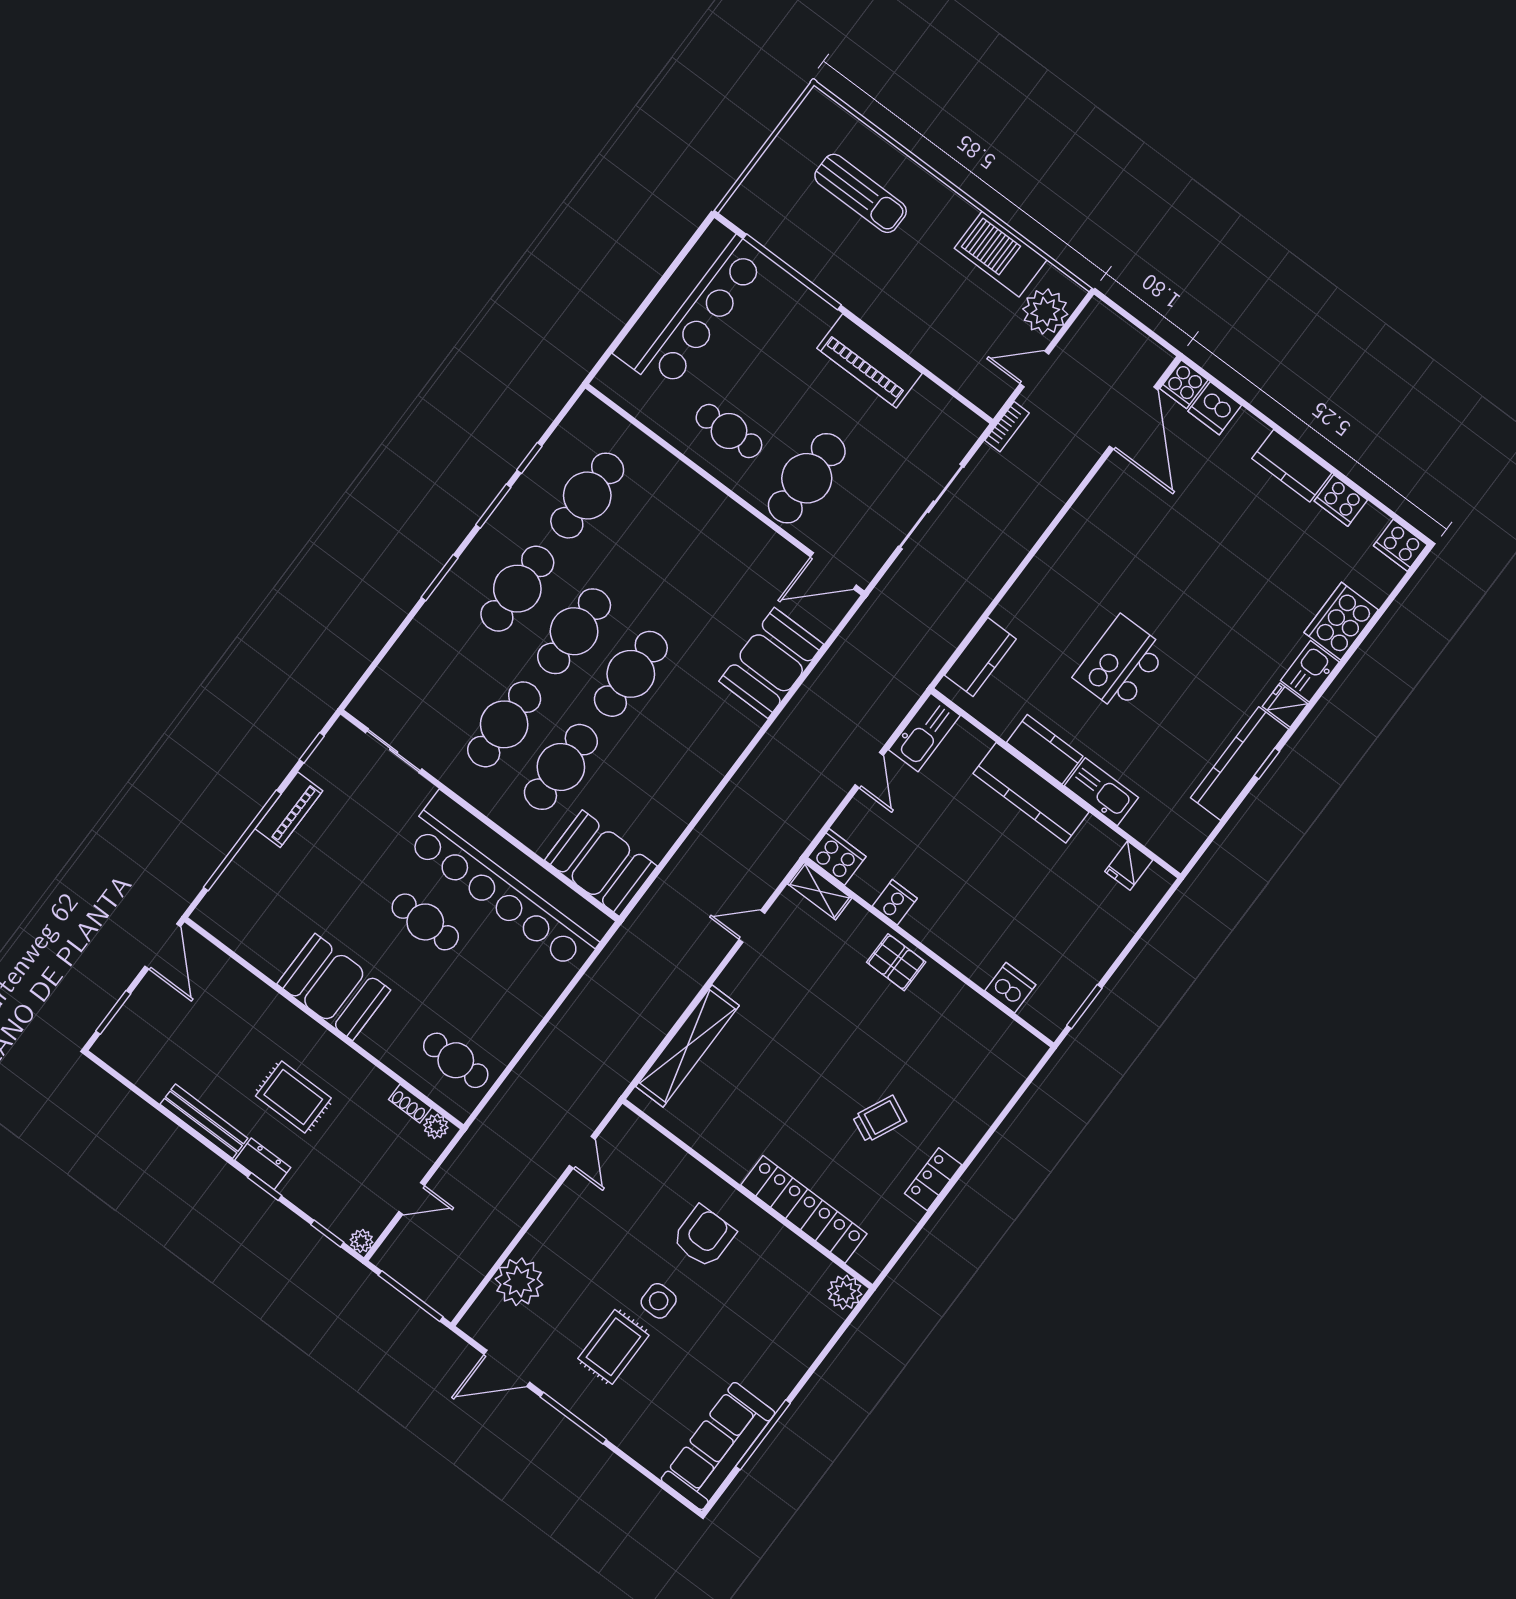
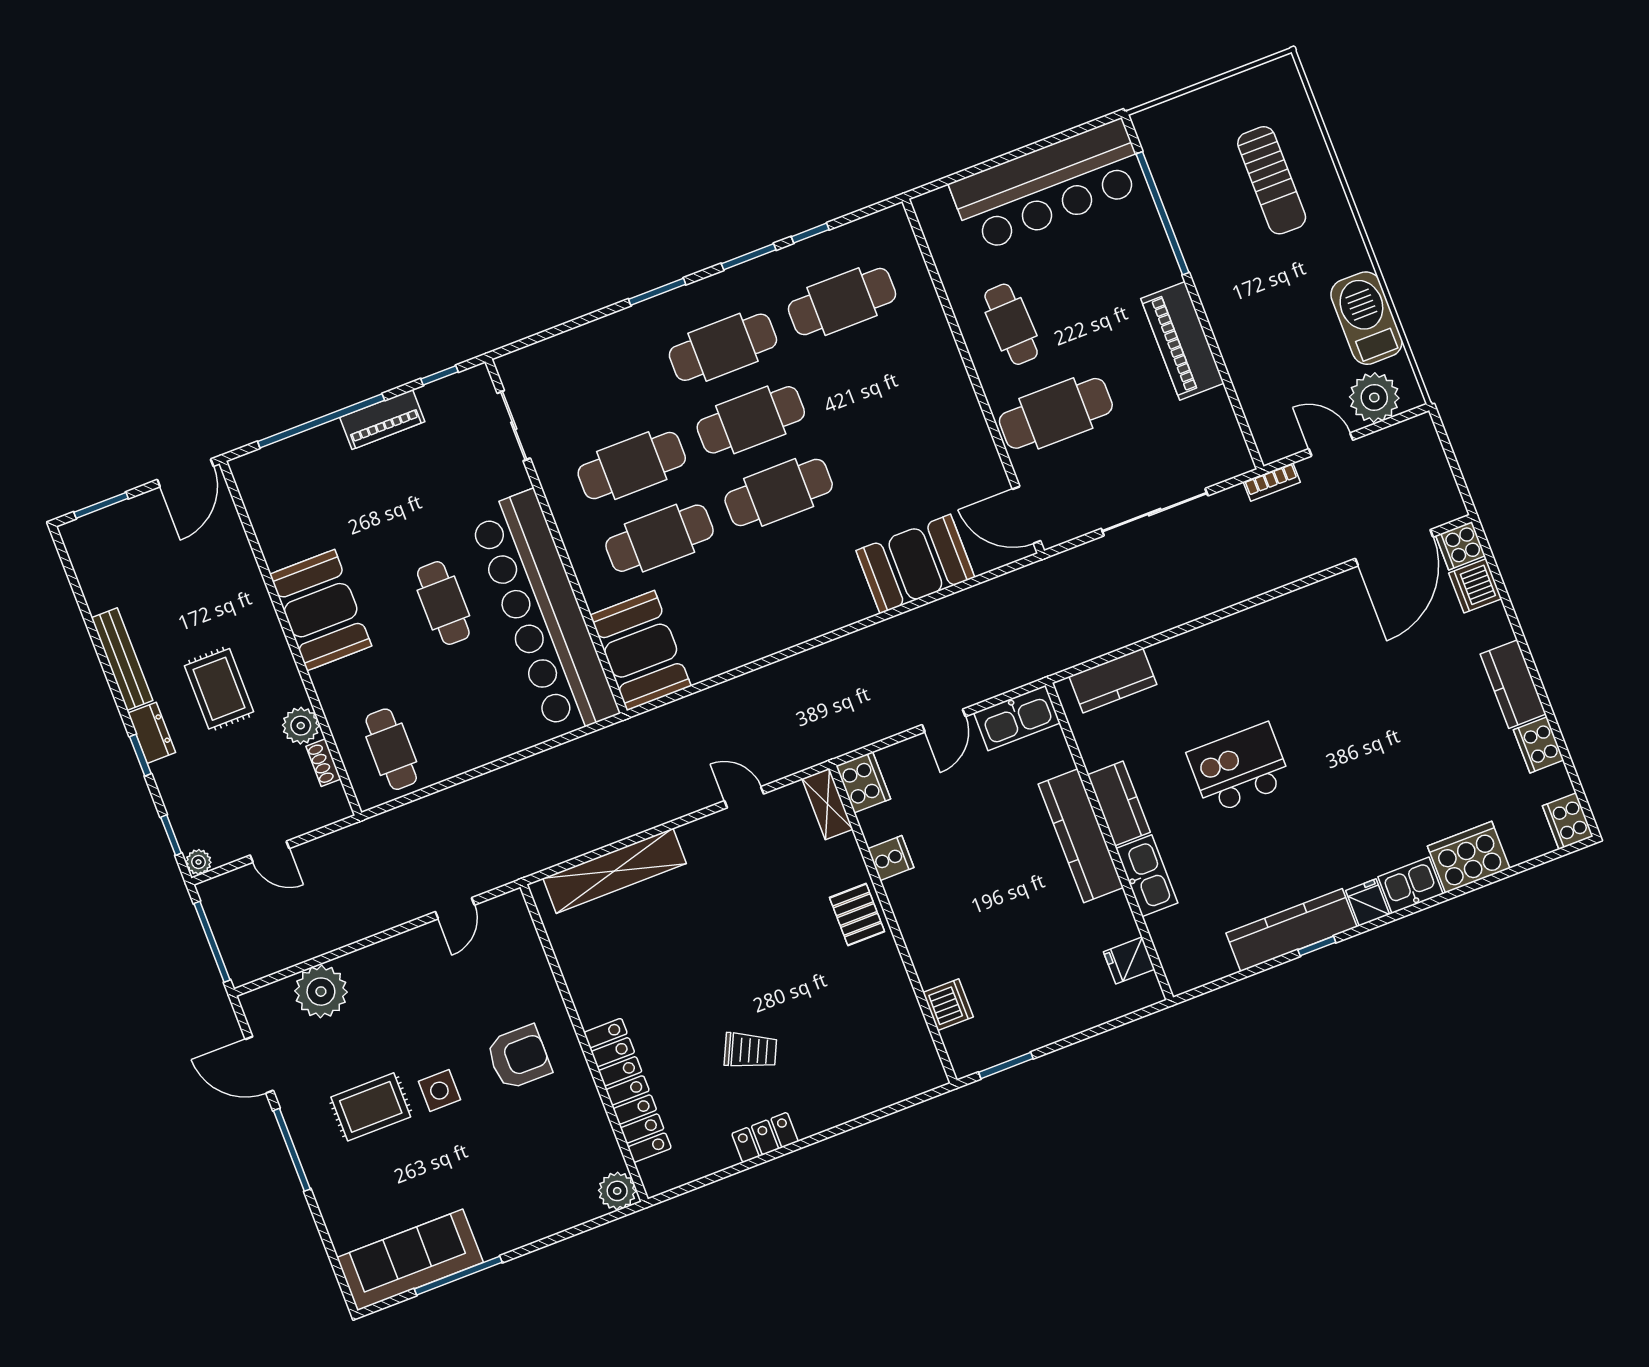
plant: (436, 1126) -> (301, 726), moved, width x1.38, depth x1.38

